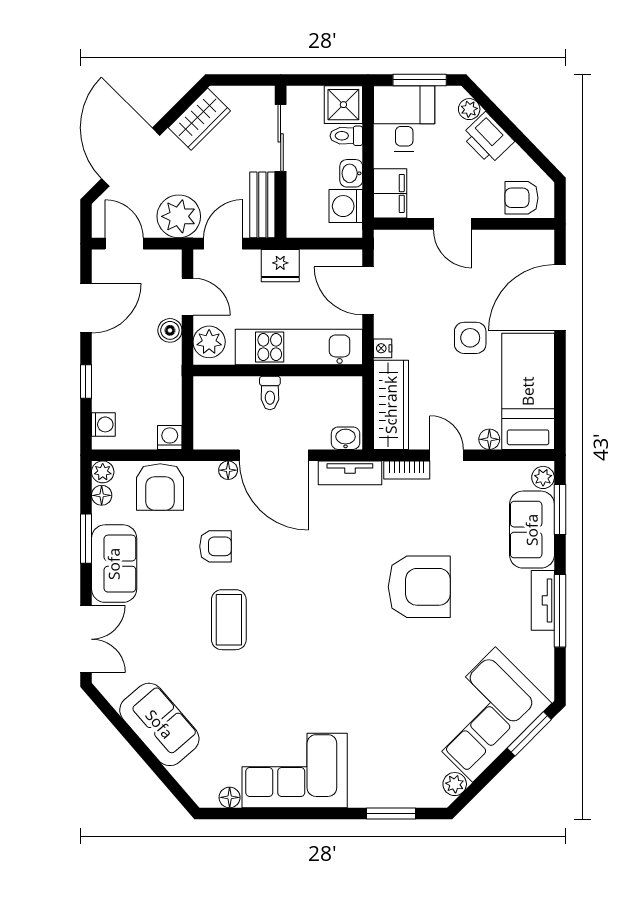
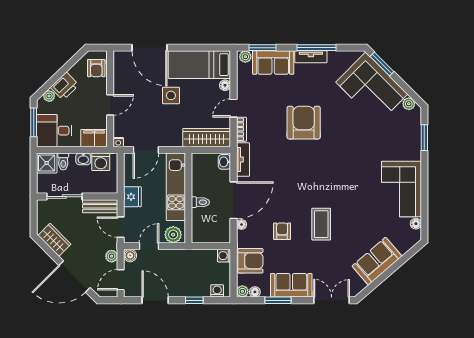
plant: (179, 216) -> (112, 256), width x0.53, depth x0.53
boiler: (170, 330) -> (130, 255), moved
nightstand: (383, 348) -> (118, 142), moved
coffee table: (229, 620) -> (321, 224), turned 90

